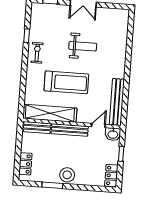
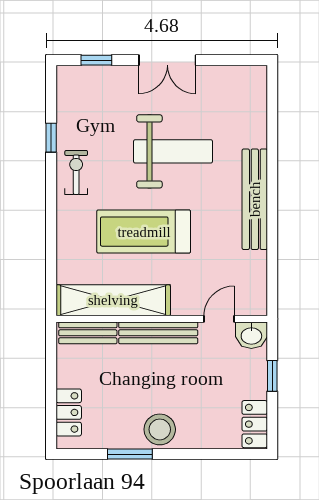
weight bench: (83, 46) -> (173, 151), width x1.36, depth x1.33
treadmill: (66, 82) -> (144, 232), turned 180
bench: (117, 102) -> (255, 199), moved

